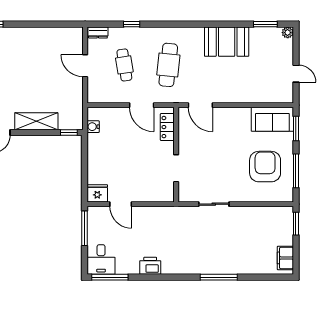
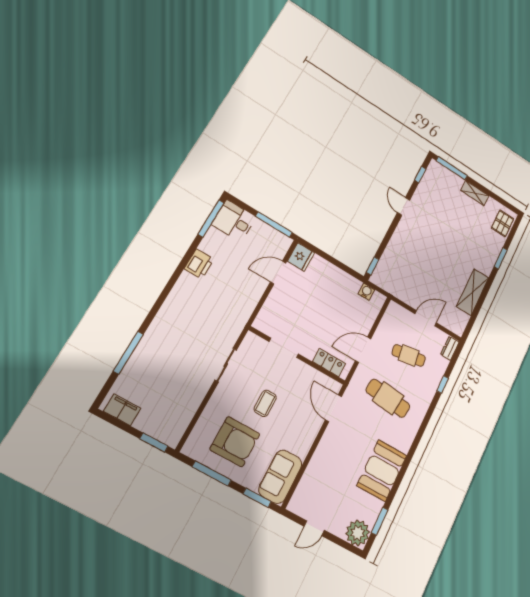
plant: (288, 33) -> (358, 533), width x1.88, depth x1.88
door: (200, 105) -> (333, 408), hinge flipped
shelving: (36, 121) -> (473, 292), moved
coffee table: (225, 160) -> (265, 403), added
window: (219, 277) -> (128, 353), moved

